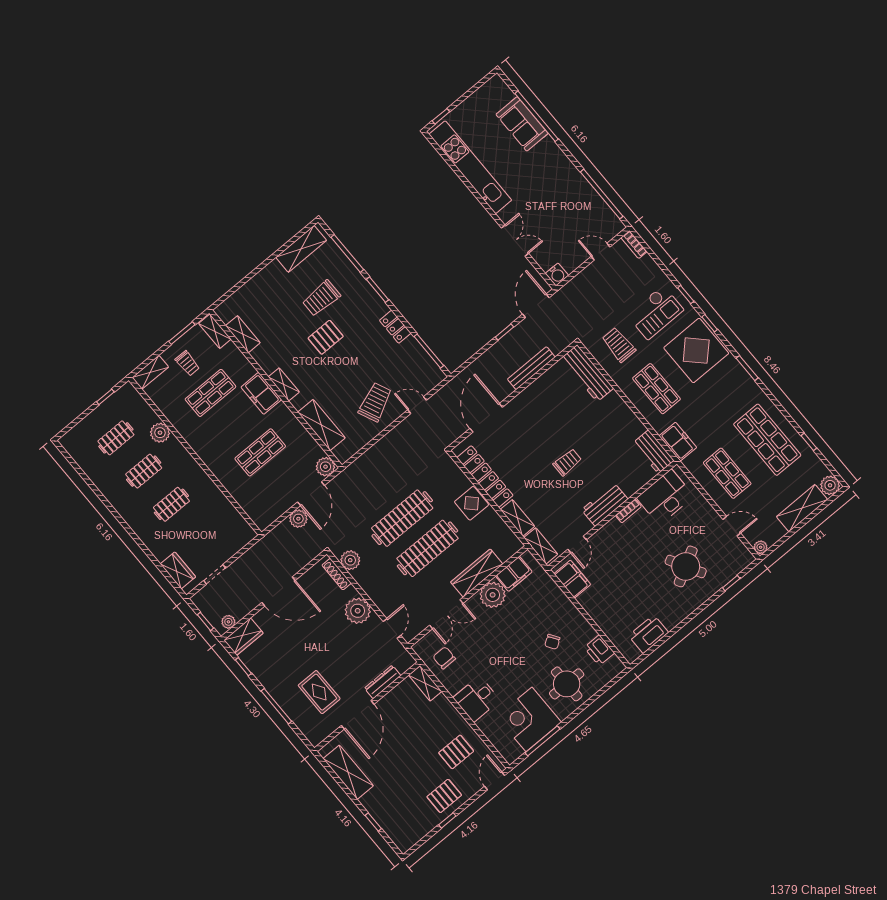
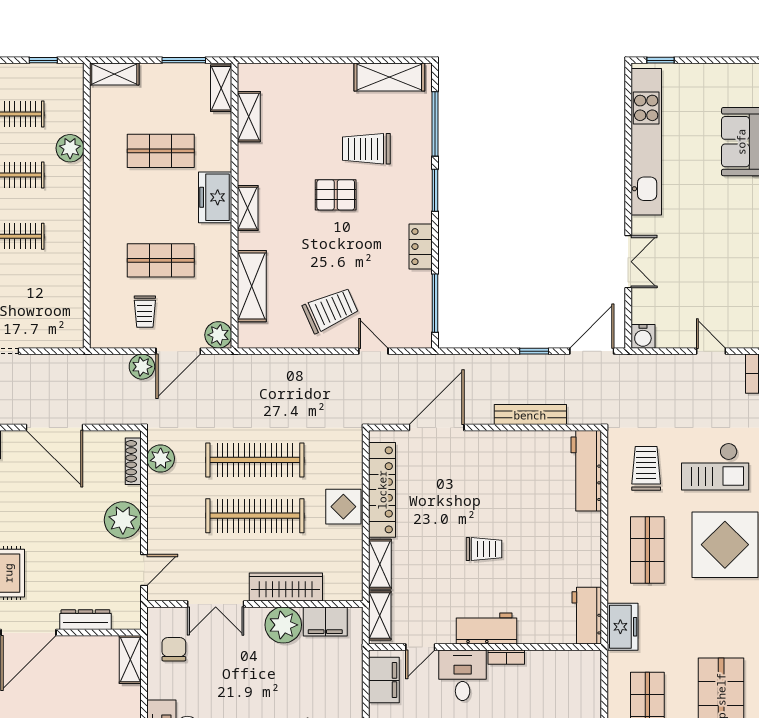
trolley: (187, 363) -> (145, 312), moved
desk: (665, 497) -> (463, 675), moved, width x0.73

